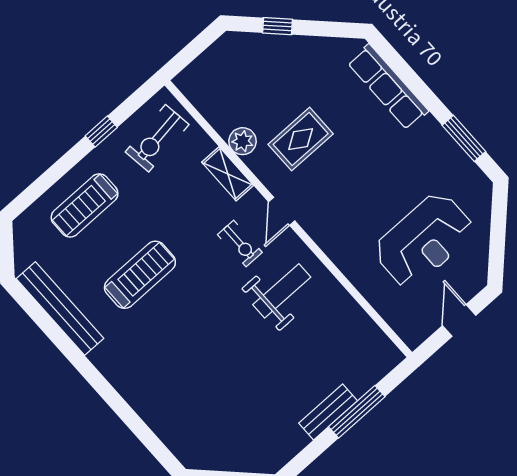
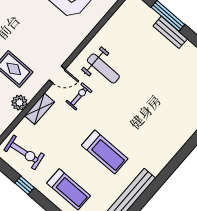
treadmill: (140, 275) -> (105, 152), turned 180
weight bench: (282, 291) -> (103, 68), turned 180

